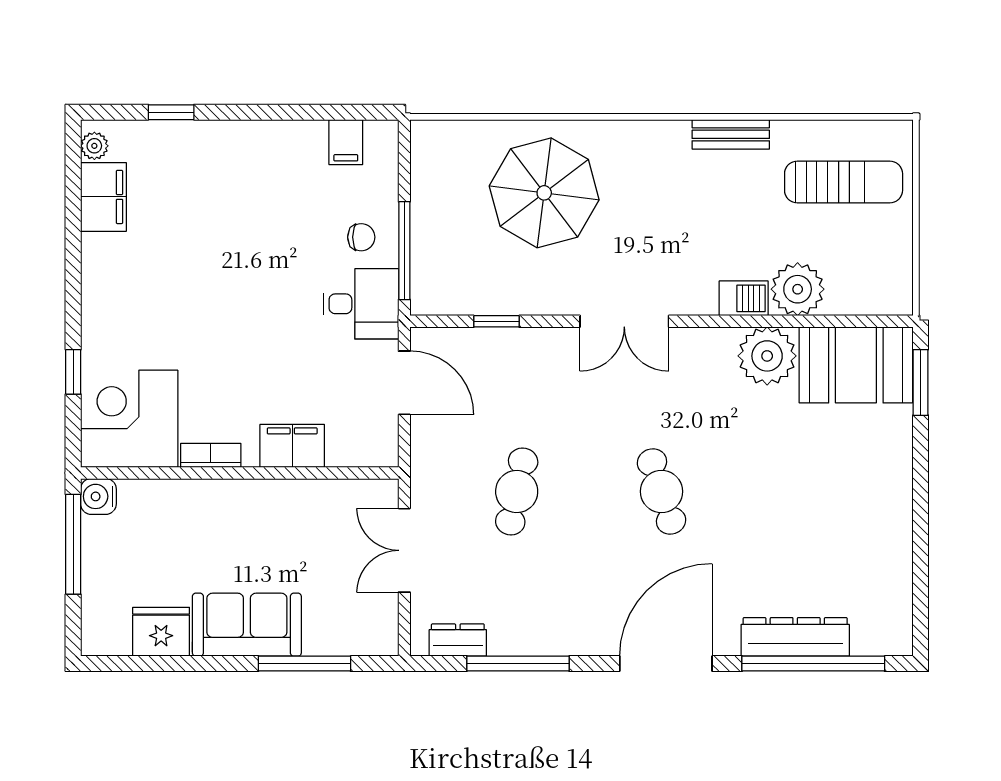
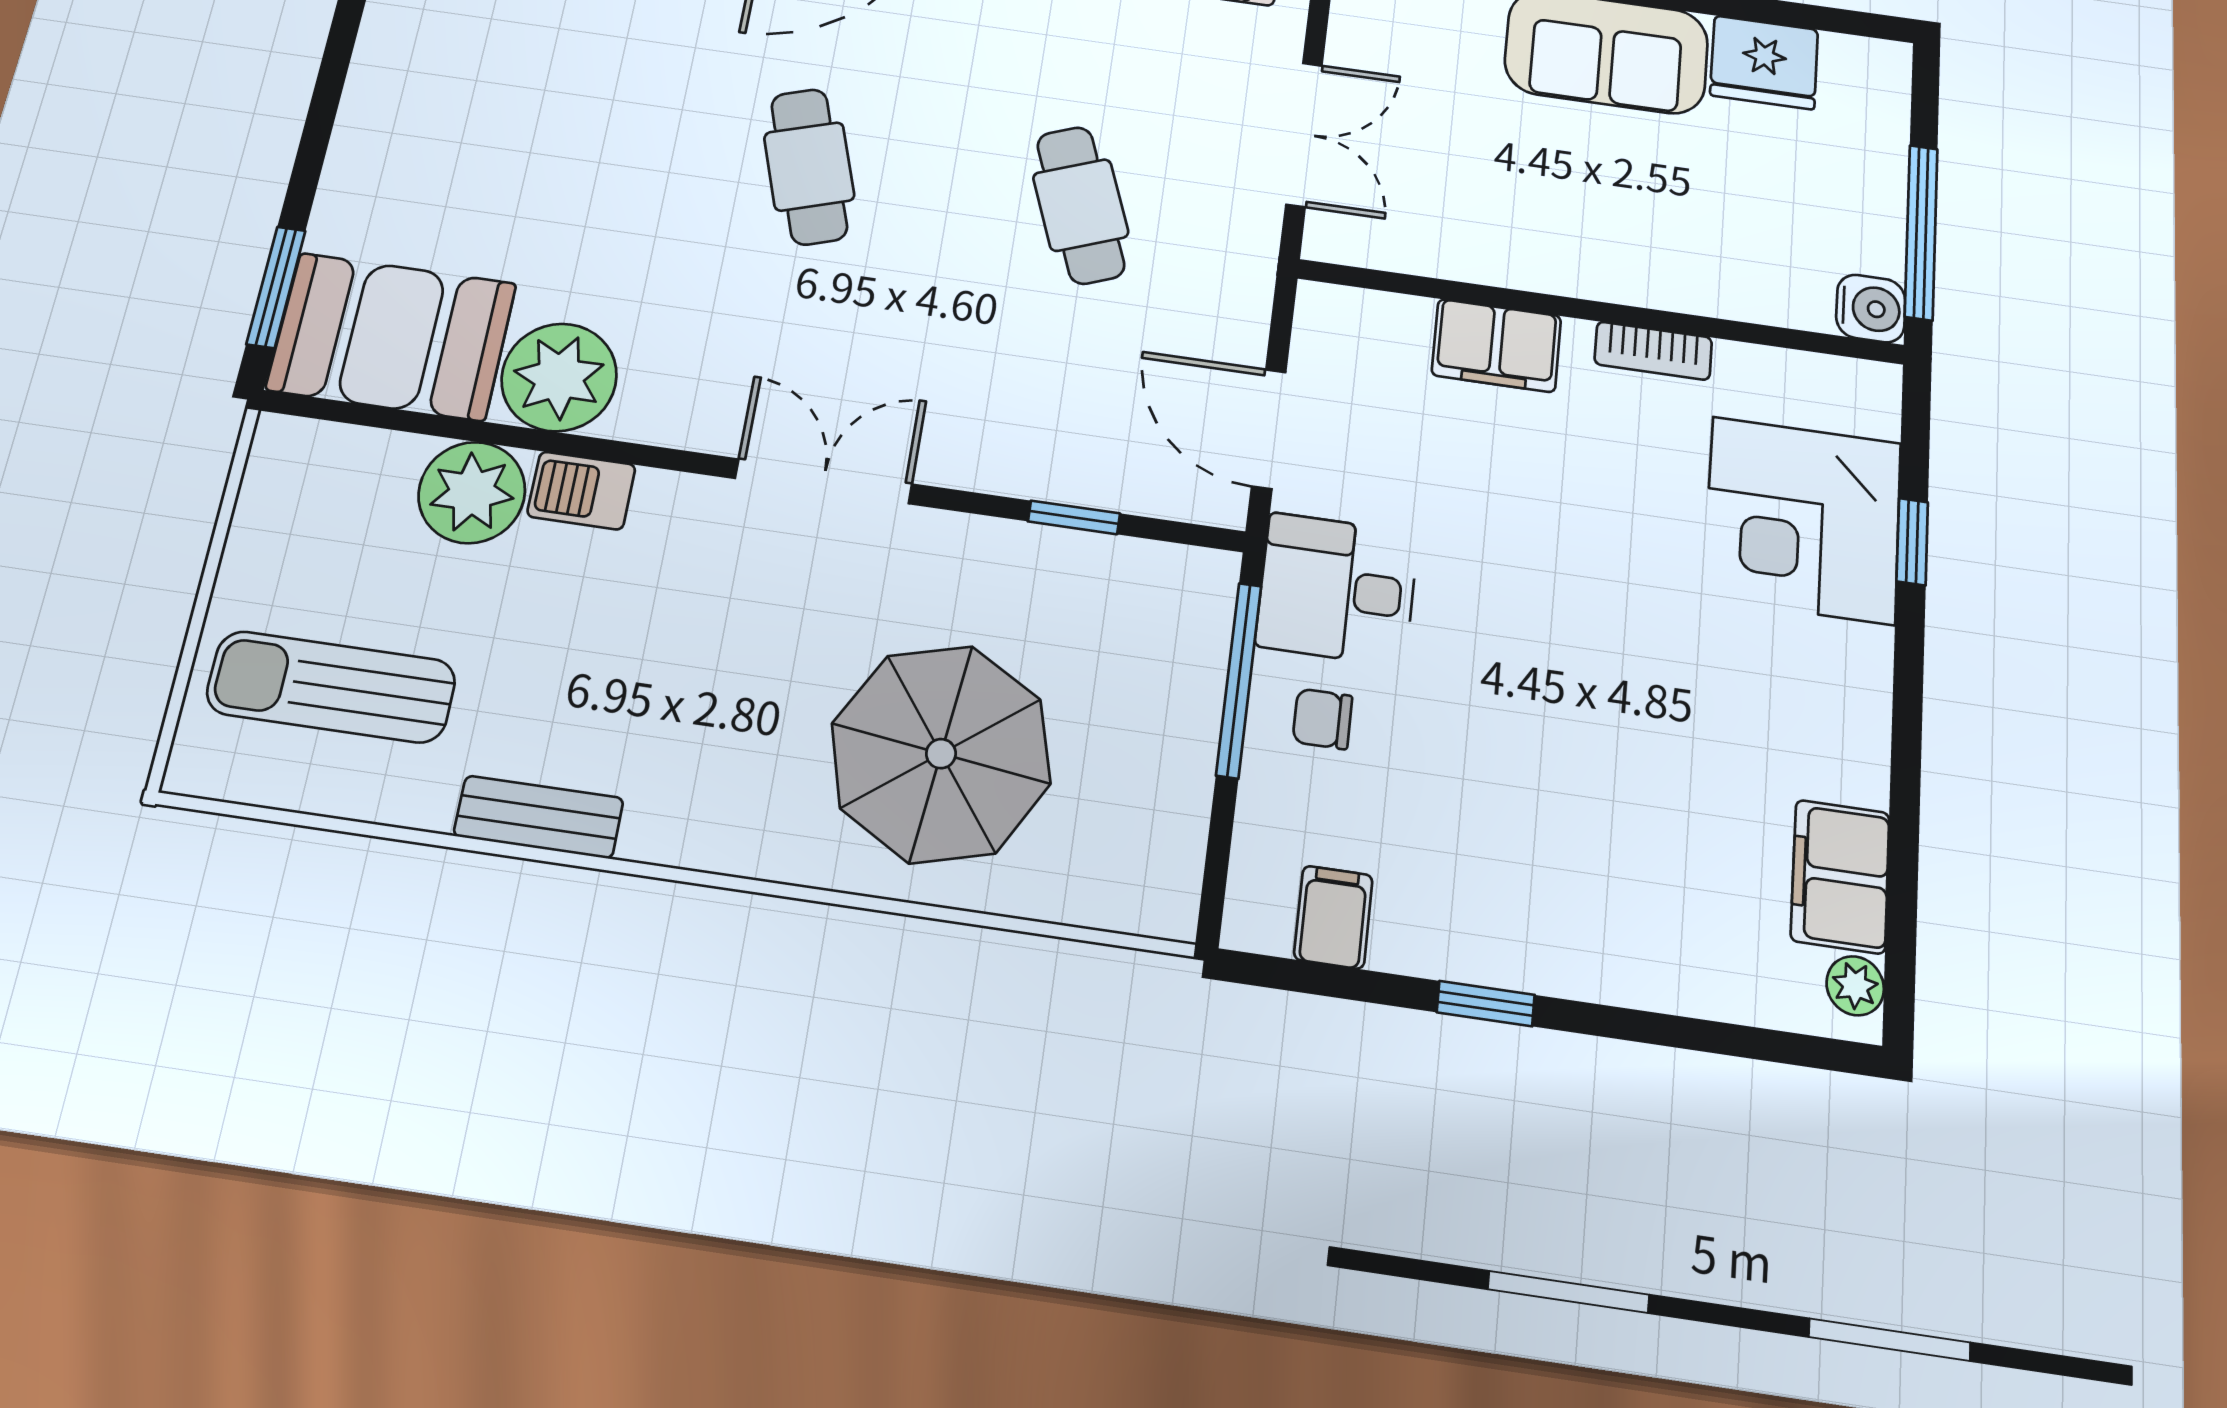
window: (171, 112) -> (1486, 1004), moved
corner desk: (129, 419) -> (1803, 520), moved, turned 90
cafe table: (517, 491) -> (1081, 205), turned -33

